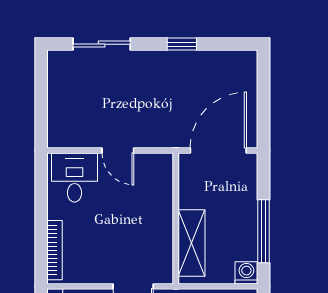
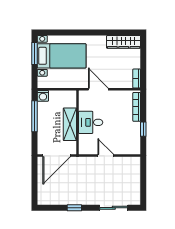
desk: (75, 178) -> (91, 122), moved, turned 90
window: (41, 205) -> (143, 129), added
shelving: (191, 243) -> (70, 124), moved

